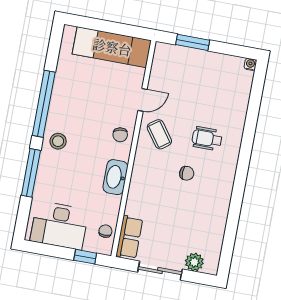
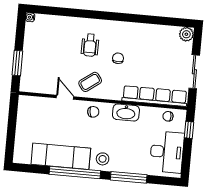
exam couch: (112, 47) -> (61, 156), moved, turned -90
row of seats: (129, 237) -> (155, 96), width x2.02
plant: (194, 262) -> (186, 34), moved

